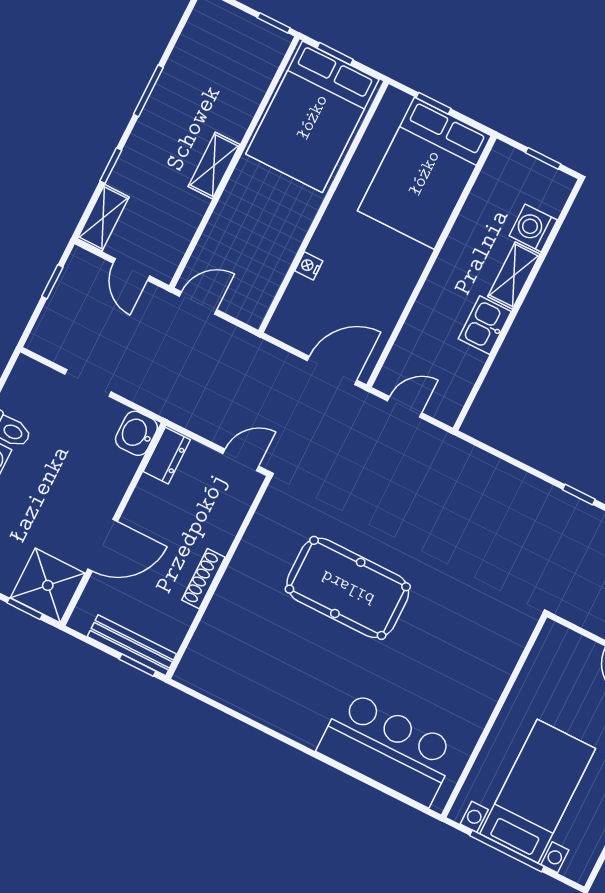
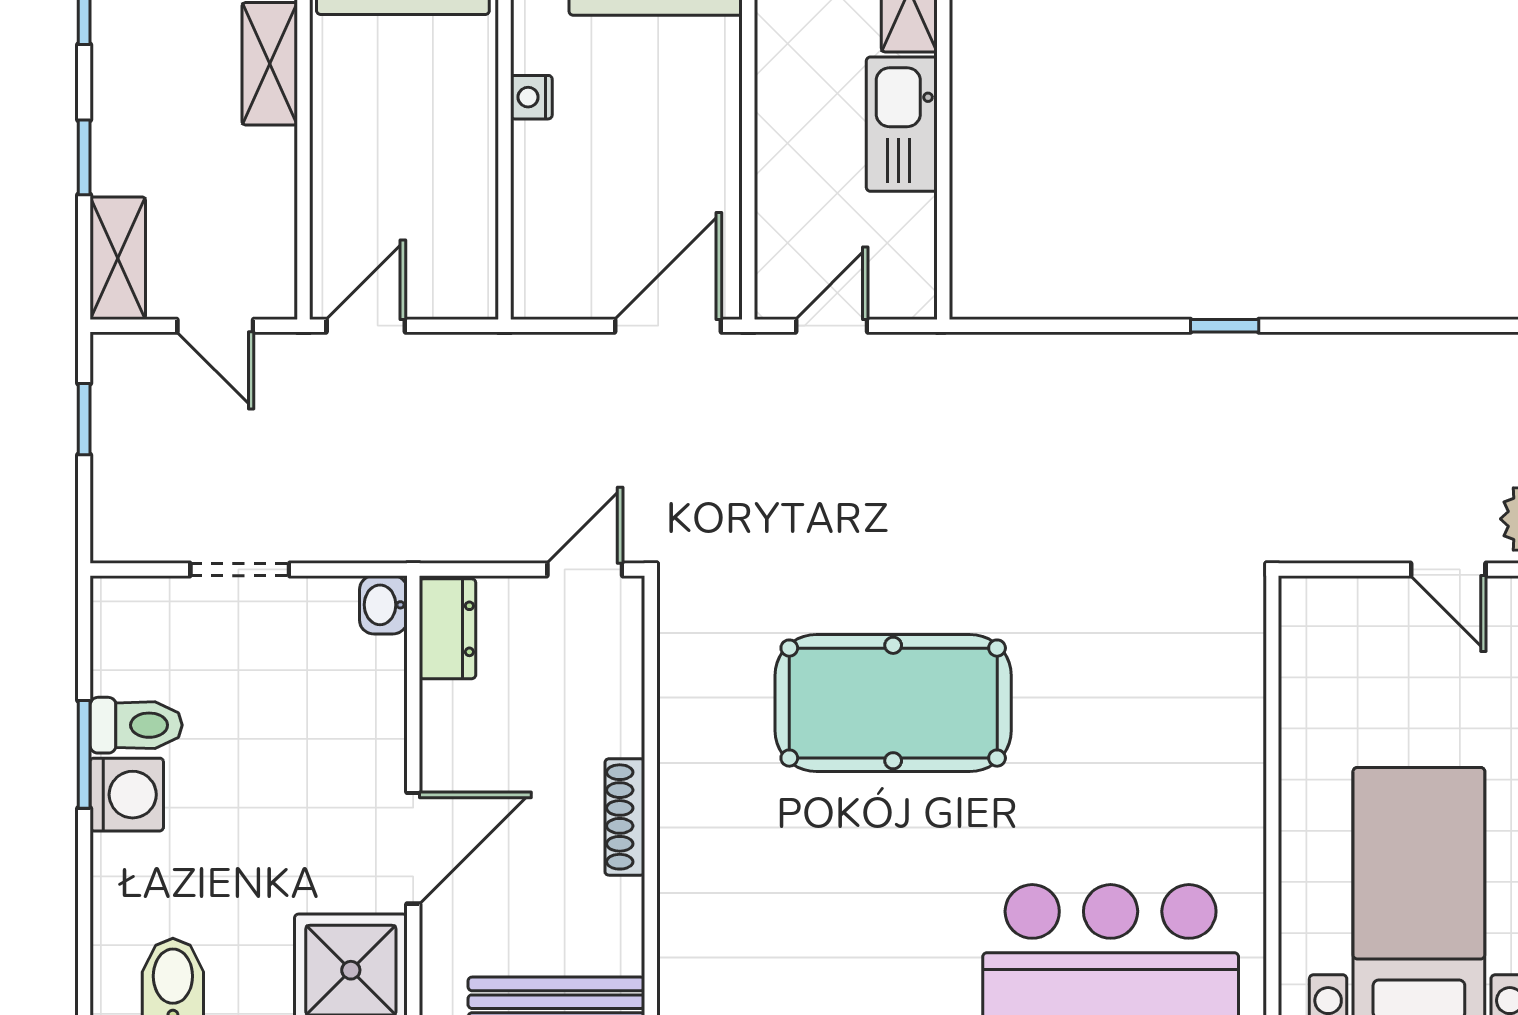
nightstand: (309, 266) -> (531, 97), moved
kitchen sink: (485, 325) -> (902, 124), width x1.38
washbasin: (136, 433) -> (383, 605), width x0.72, depth x0.69

